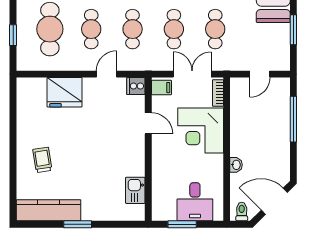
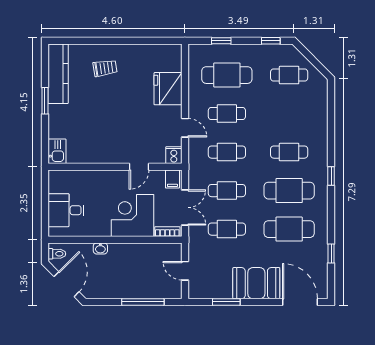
kitchen sink: (135, 190) -> (57, 151), moved, turned 90
window: (182, 224) -> (45, 198), removed

